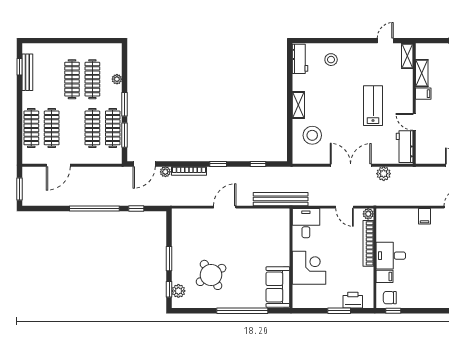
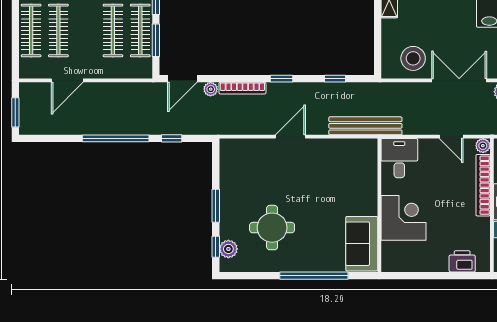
stool: (312, 135) -> (413, 58), moved
round table: (211, 275) -> (272, 228), turned 32
window: (339, 311) -> (444, 276), removed

